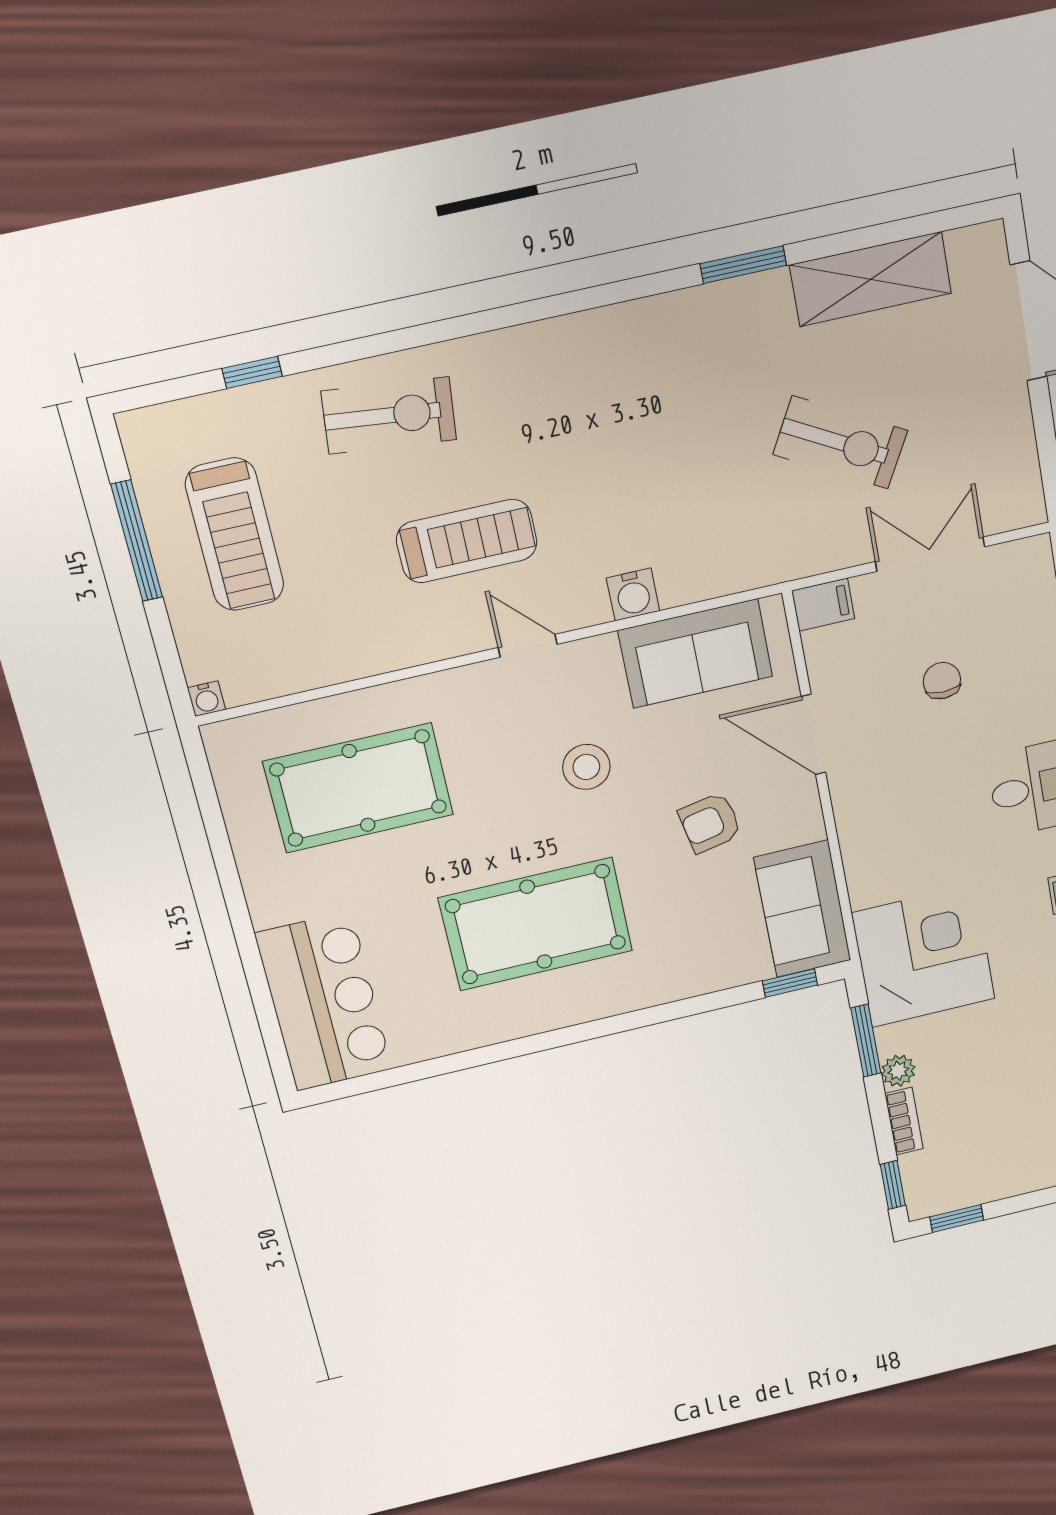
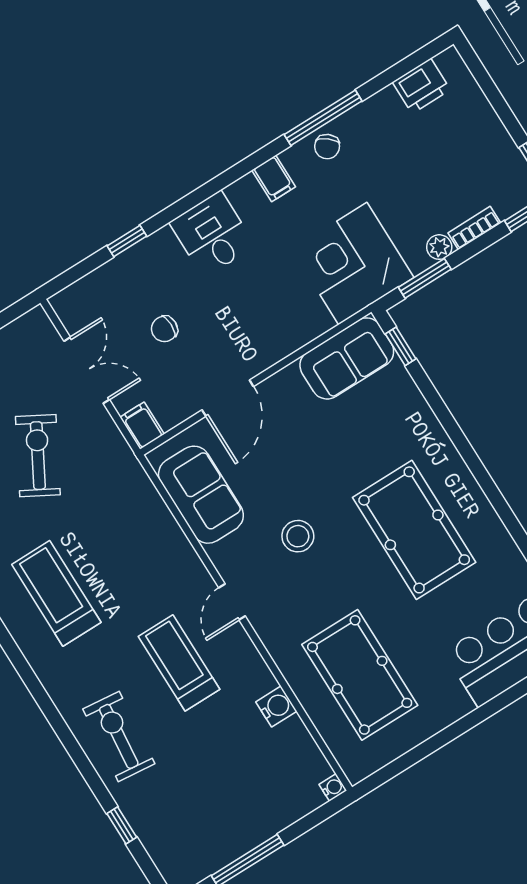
treadmill: (235, 535) -> (56, 593), moved, turned -90
double door: (930, 554) -> (87, 370), swing flipped
water cooler: (633, 594) -> (276, 707), moved
armchair: (710, 823) -> (308, 442), removed

